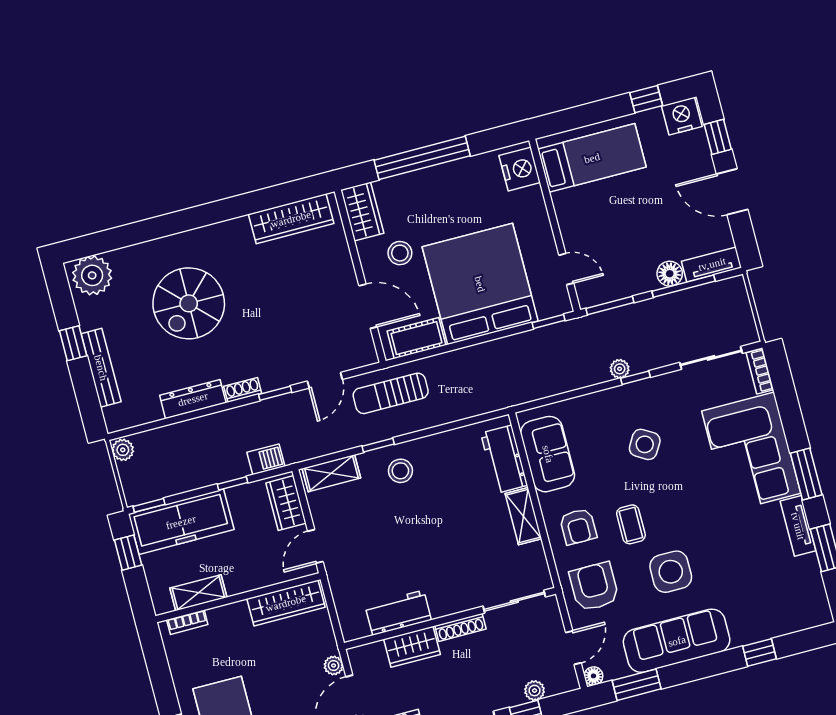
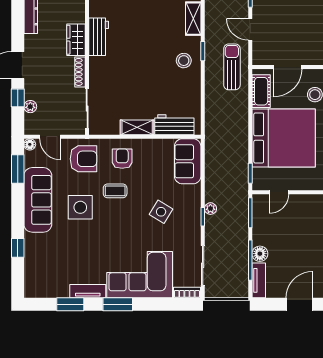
sofa: (548, 454) -> (188, 161), moved, turned 90
armchair: (578, 527) -> (122, 159), turned 90

